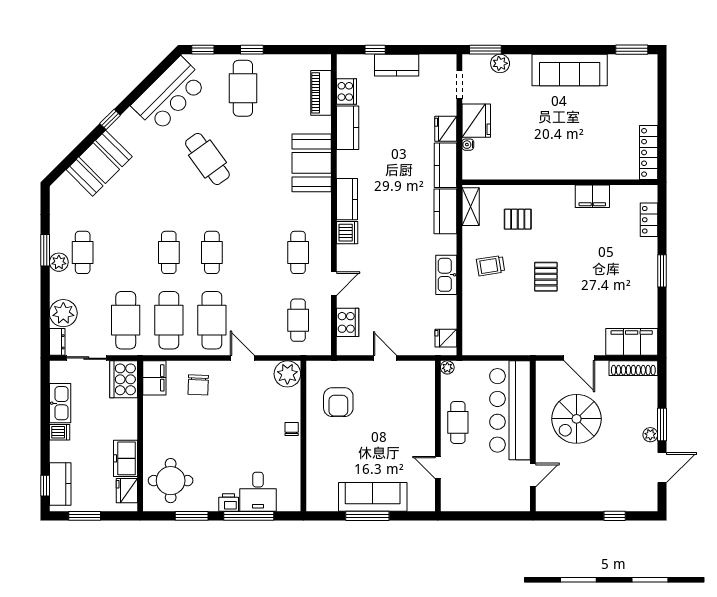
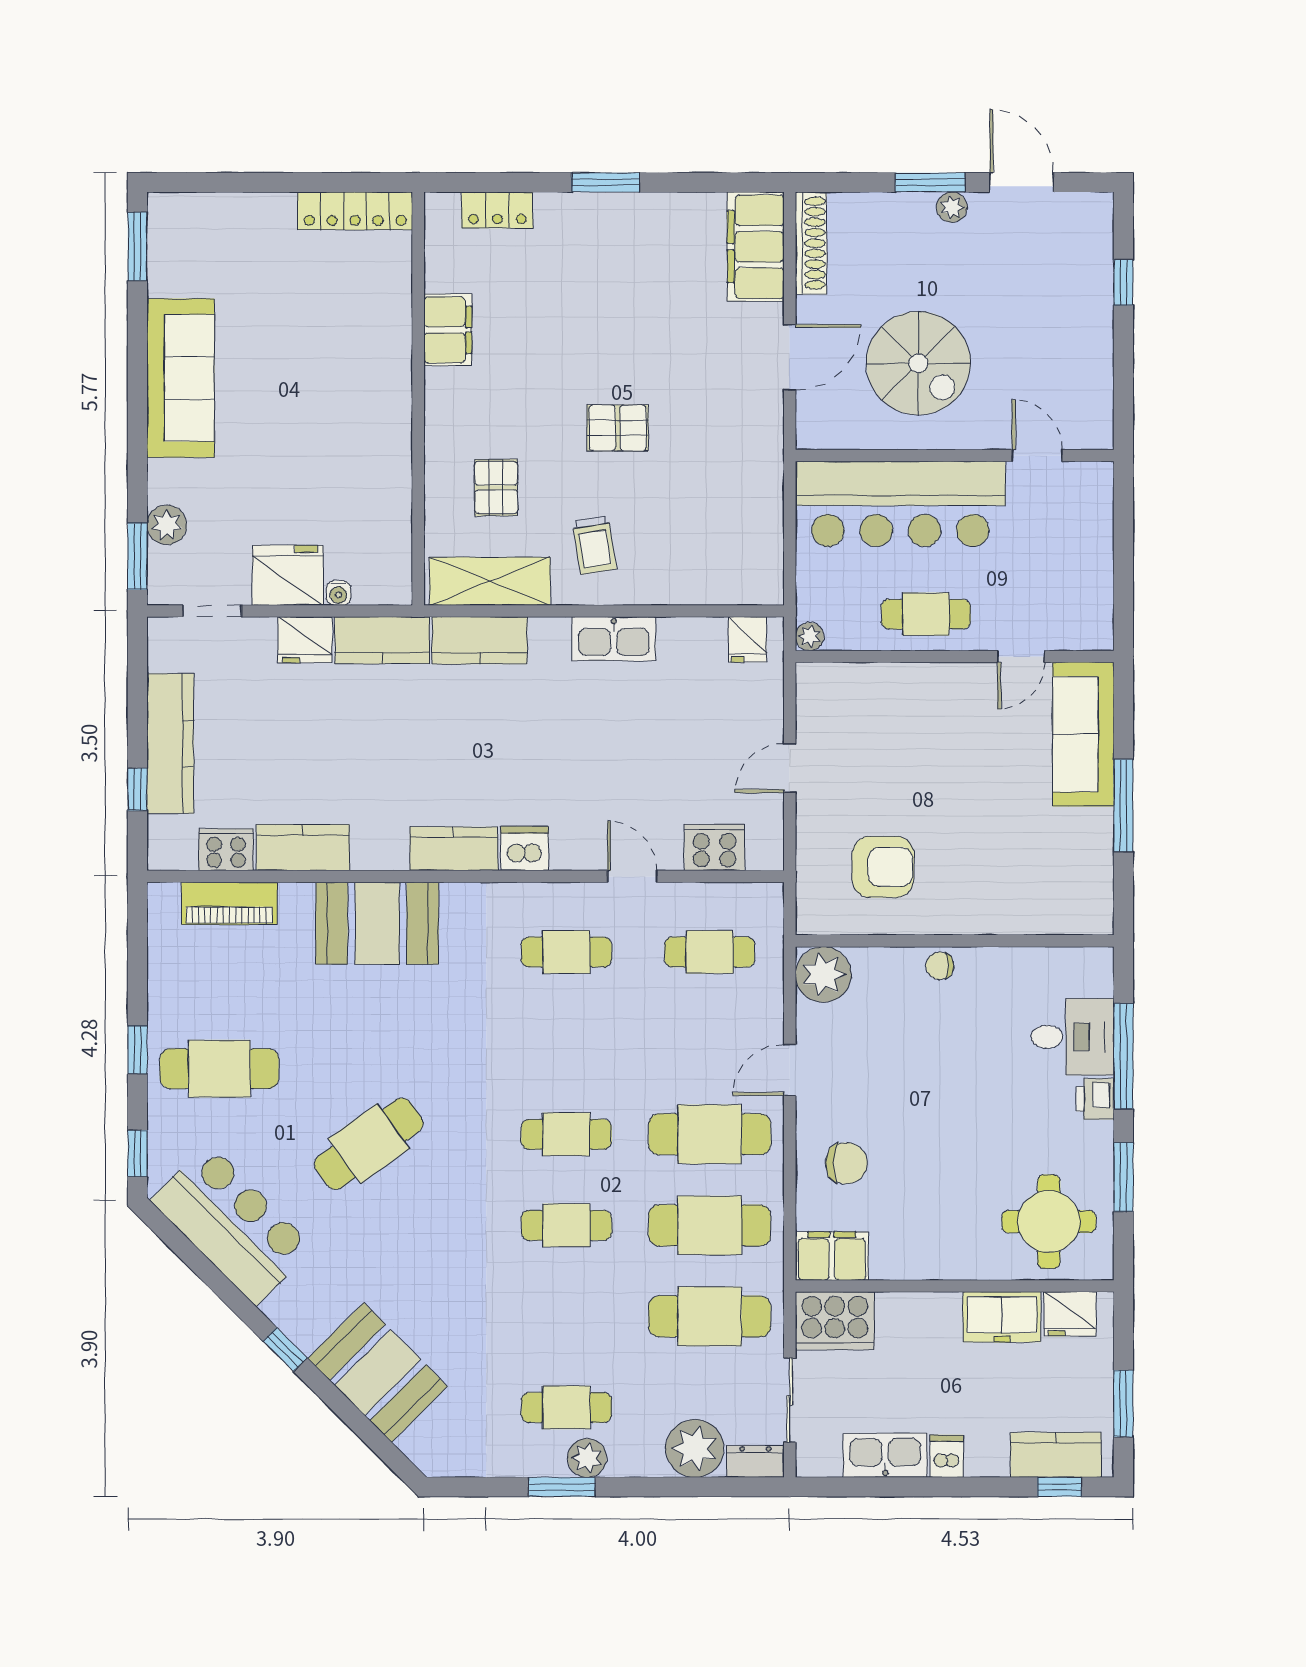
kitchen counter: (397, 65) -> (170, 744), width x1.50
shelving: (471, 207) -> (490, 581), width x1.50, depth x1.33
sofa: (373, 497) -> (1083, 734), moved

